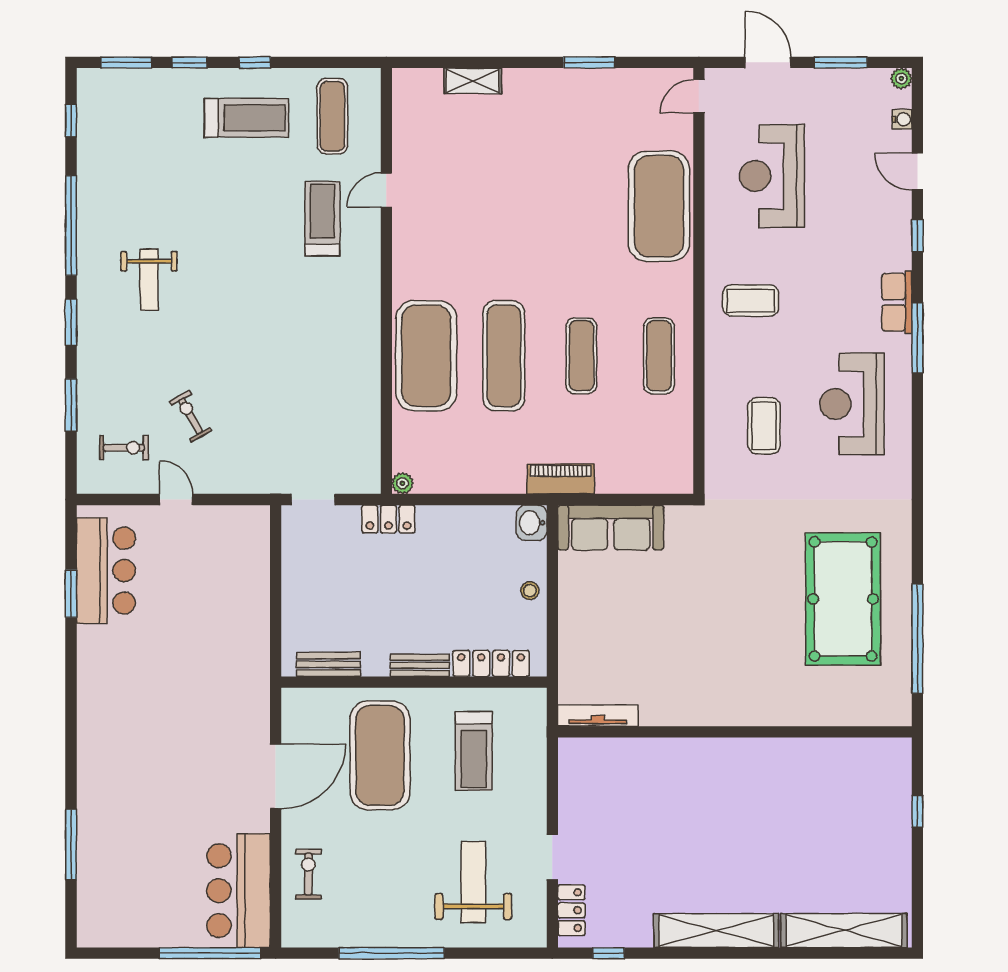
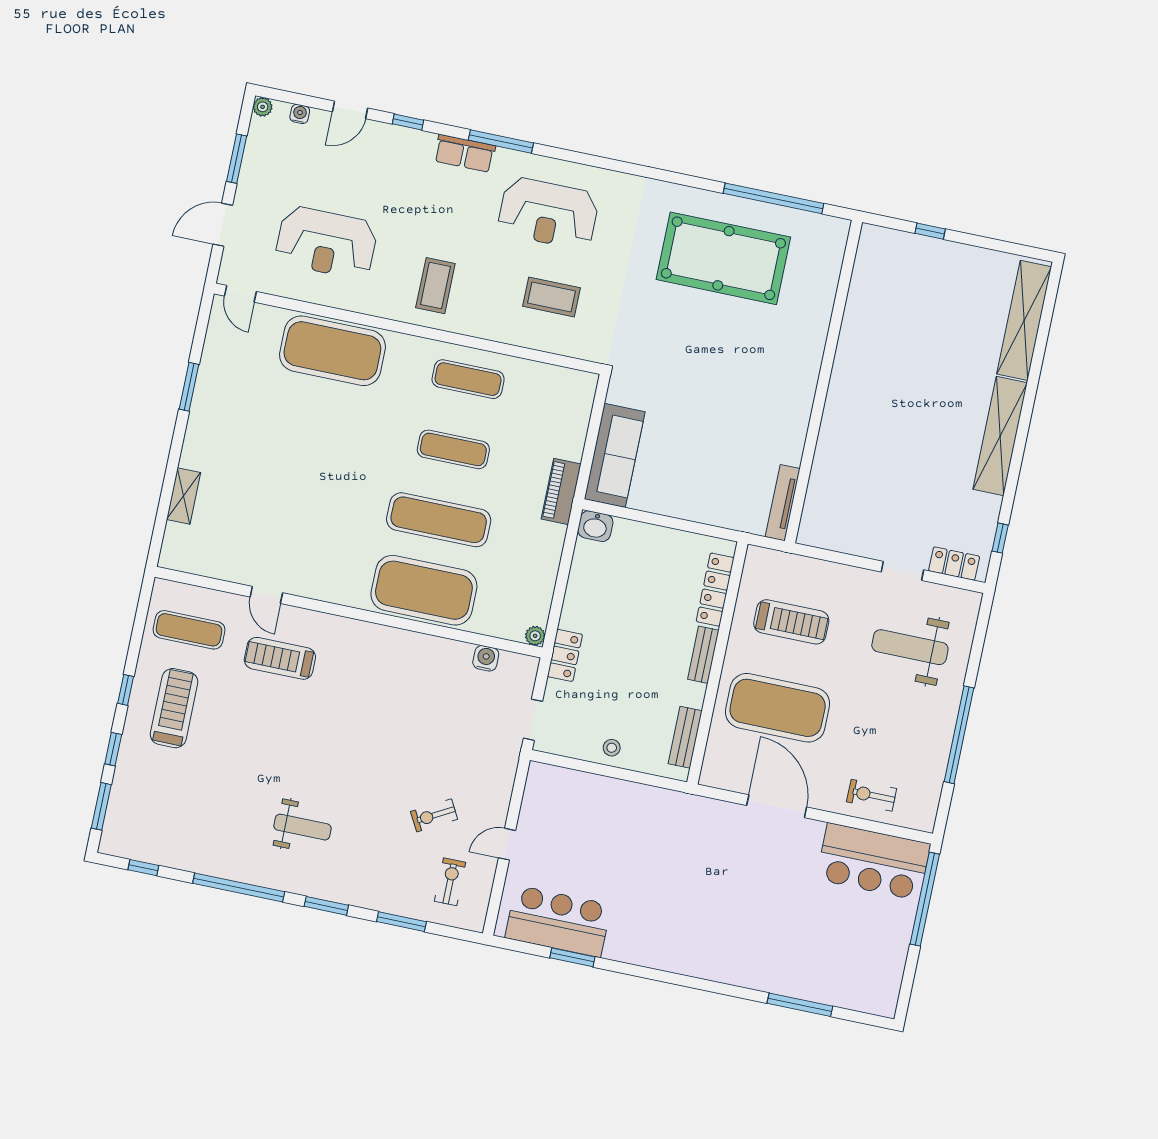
water cooler: (368, 436) -> (486, 658), added
stool: (530, 591) -> (612, 748), moved

